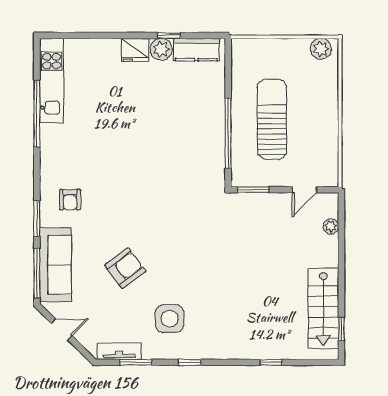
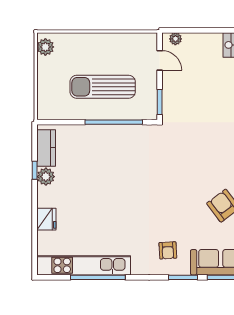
fridge: (135, 50) -> (46, 219), moved
kitchen unit: (52, 81) -> (84, 265), width x1.36
armchair: (70, 200) -> (168, 250), turned 87
plant: (331, 226) -> (175, 39), moved

